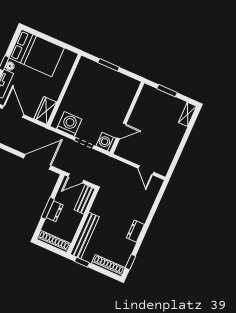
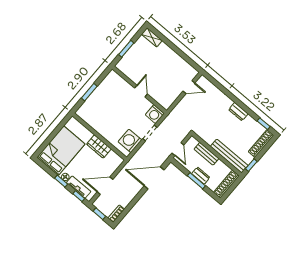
wardrobe: (45, 111) -> (99, 146), moved
door: (121, 131) -> (141, 91), moved
door: (37, 162) -> (154, 178), hinge flipped
bench: (85, 199) -> (206, 154), moved

